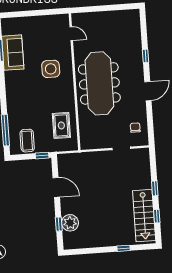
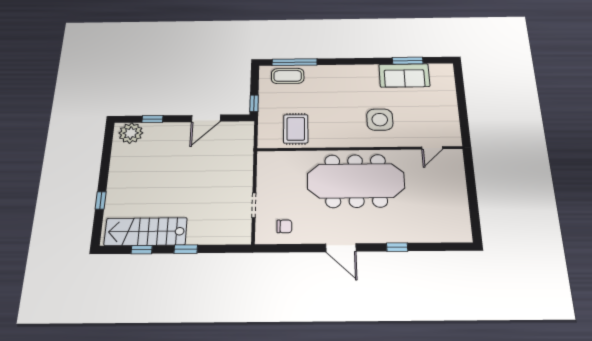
rug: (61, 125) -> (296, 129), turned 90
coffee table: (27, 141) -> (288, 76), moved
plant: (70, 223) -> (131, 133), moved

